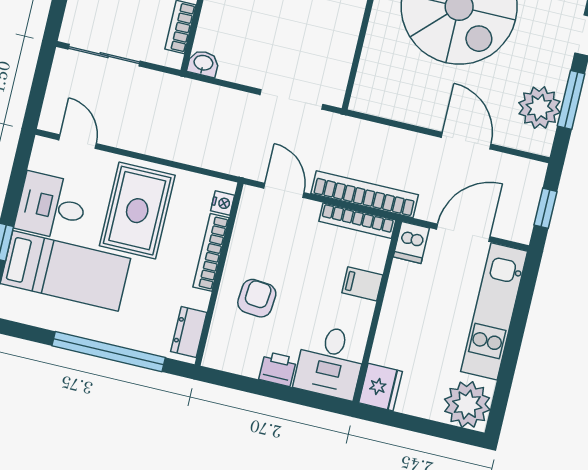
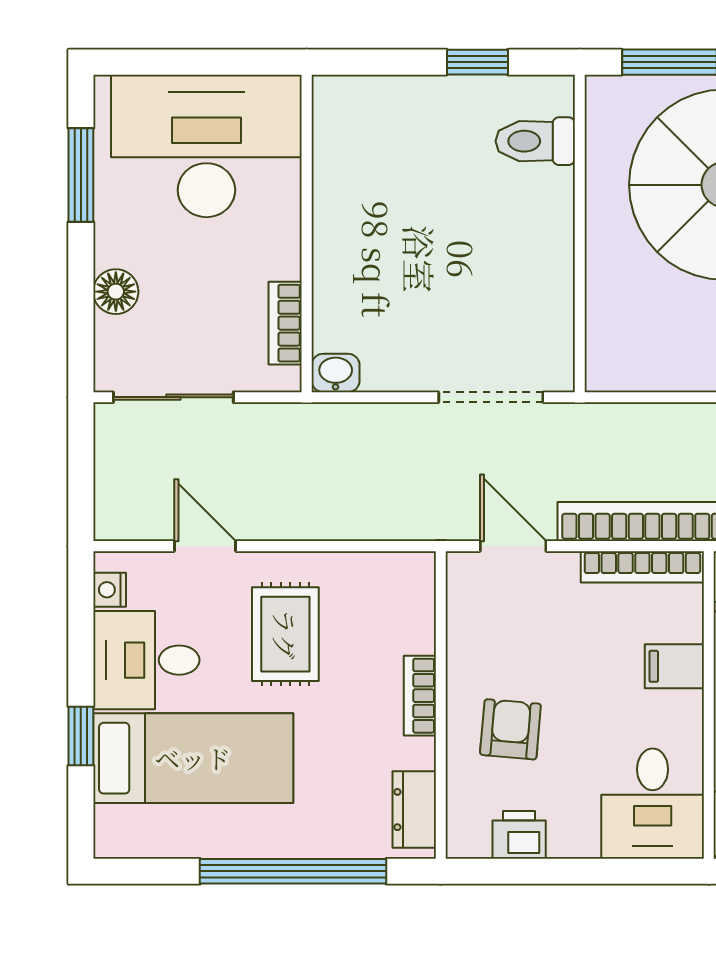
door: (78, 142) -> (205, 546), moved
nightstand: (223, 203) -> (110, 590), moved, turned 180
rug: (137, 211) -> (285, 634), width x0.73, depth x0.70
bookcase: (211, 252) -> (420, 696), width x0.64
printer: (278, 369) -> (519, 835), moved

